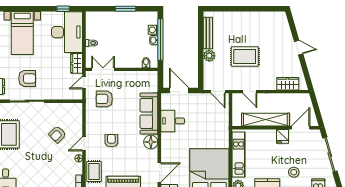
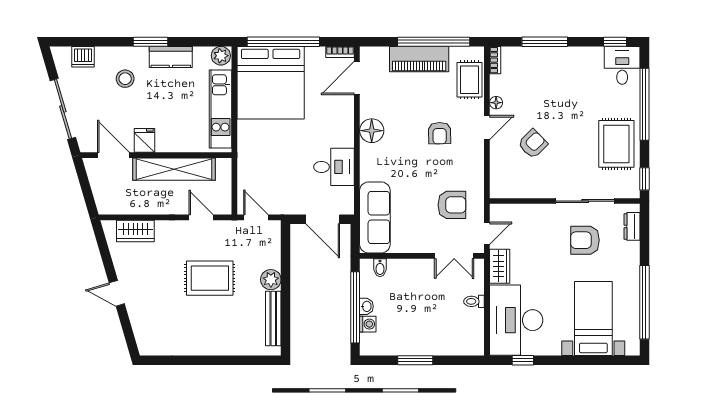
sofa: (149, 113) -> (375, 217), moved
door: (301, 128) -> (113, 155), swing flipped

